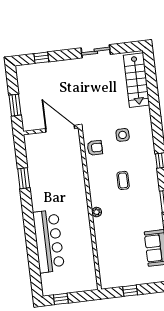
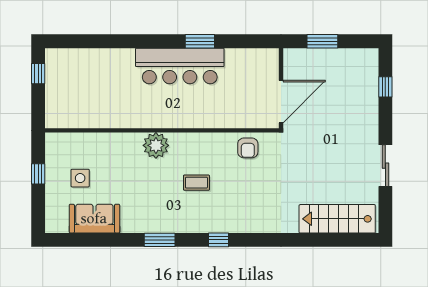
side table: (123, 135) -> (80, 178), moved
window: (24, 178) -> (200, 41), moved
plant: (97, 212) -> (156, 145), width x1.87, depth x1.87
bar counter: (49, 241) -> (180, 66), moved

